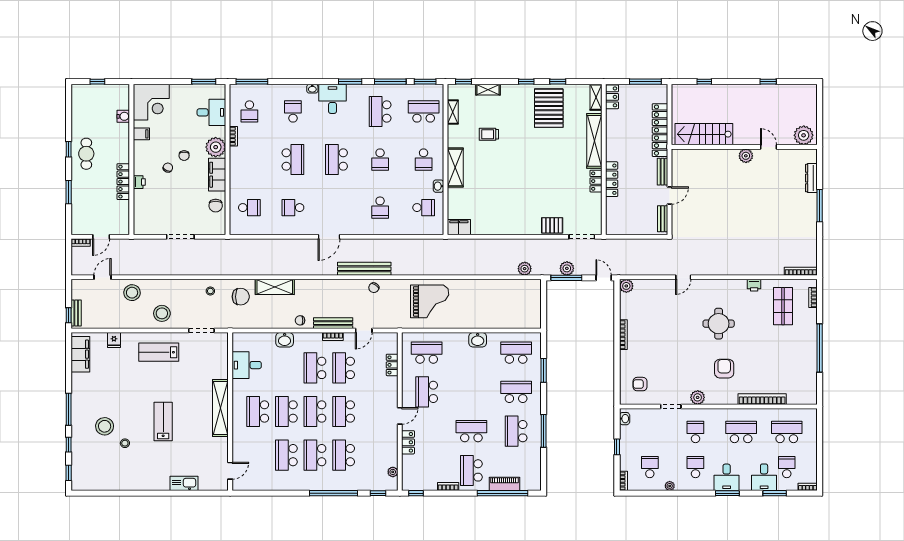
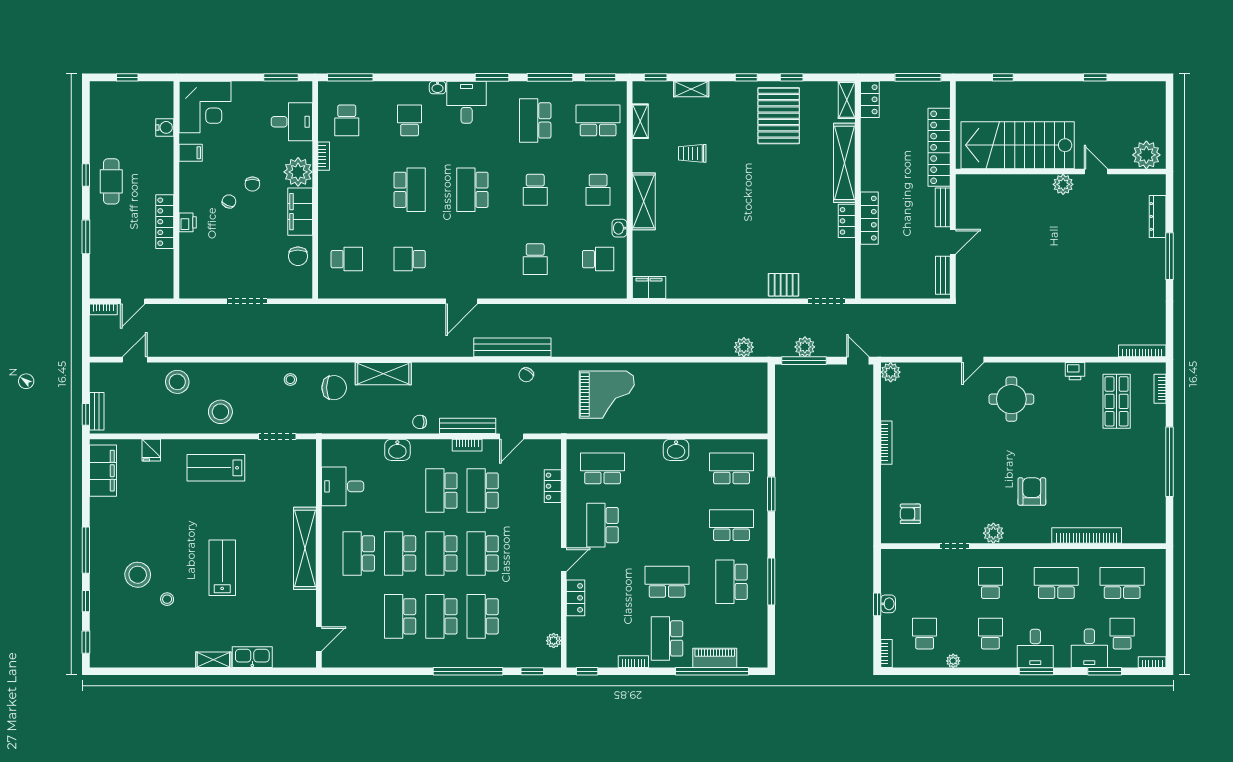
stairs: (704, 134) -> (1018, 145), width x1.36, depth x1.51
round table: (719, 324) -> (1011, 399), moved
washbasin: (625, 419) -> (888, 604), moved
shelving: (157, 485) -> (213, 660), added

